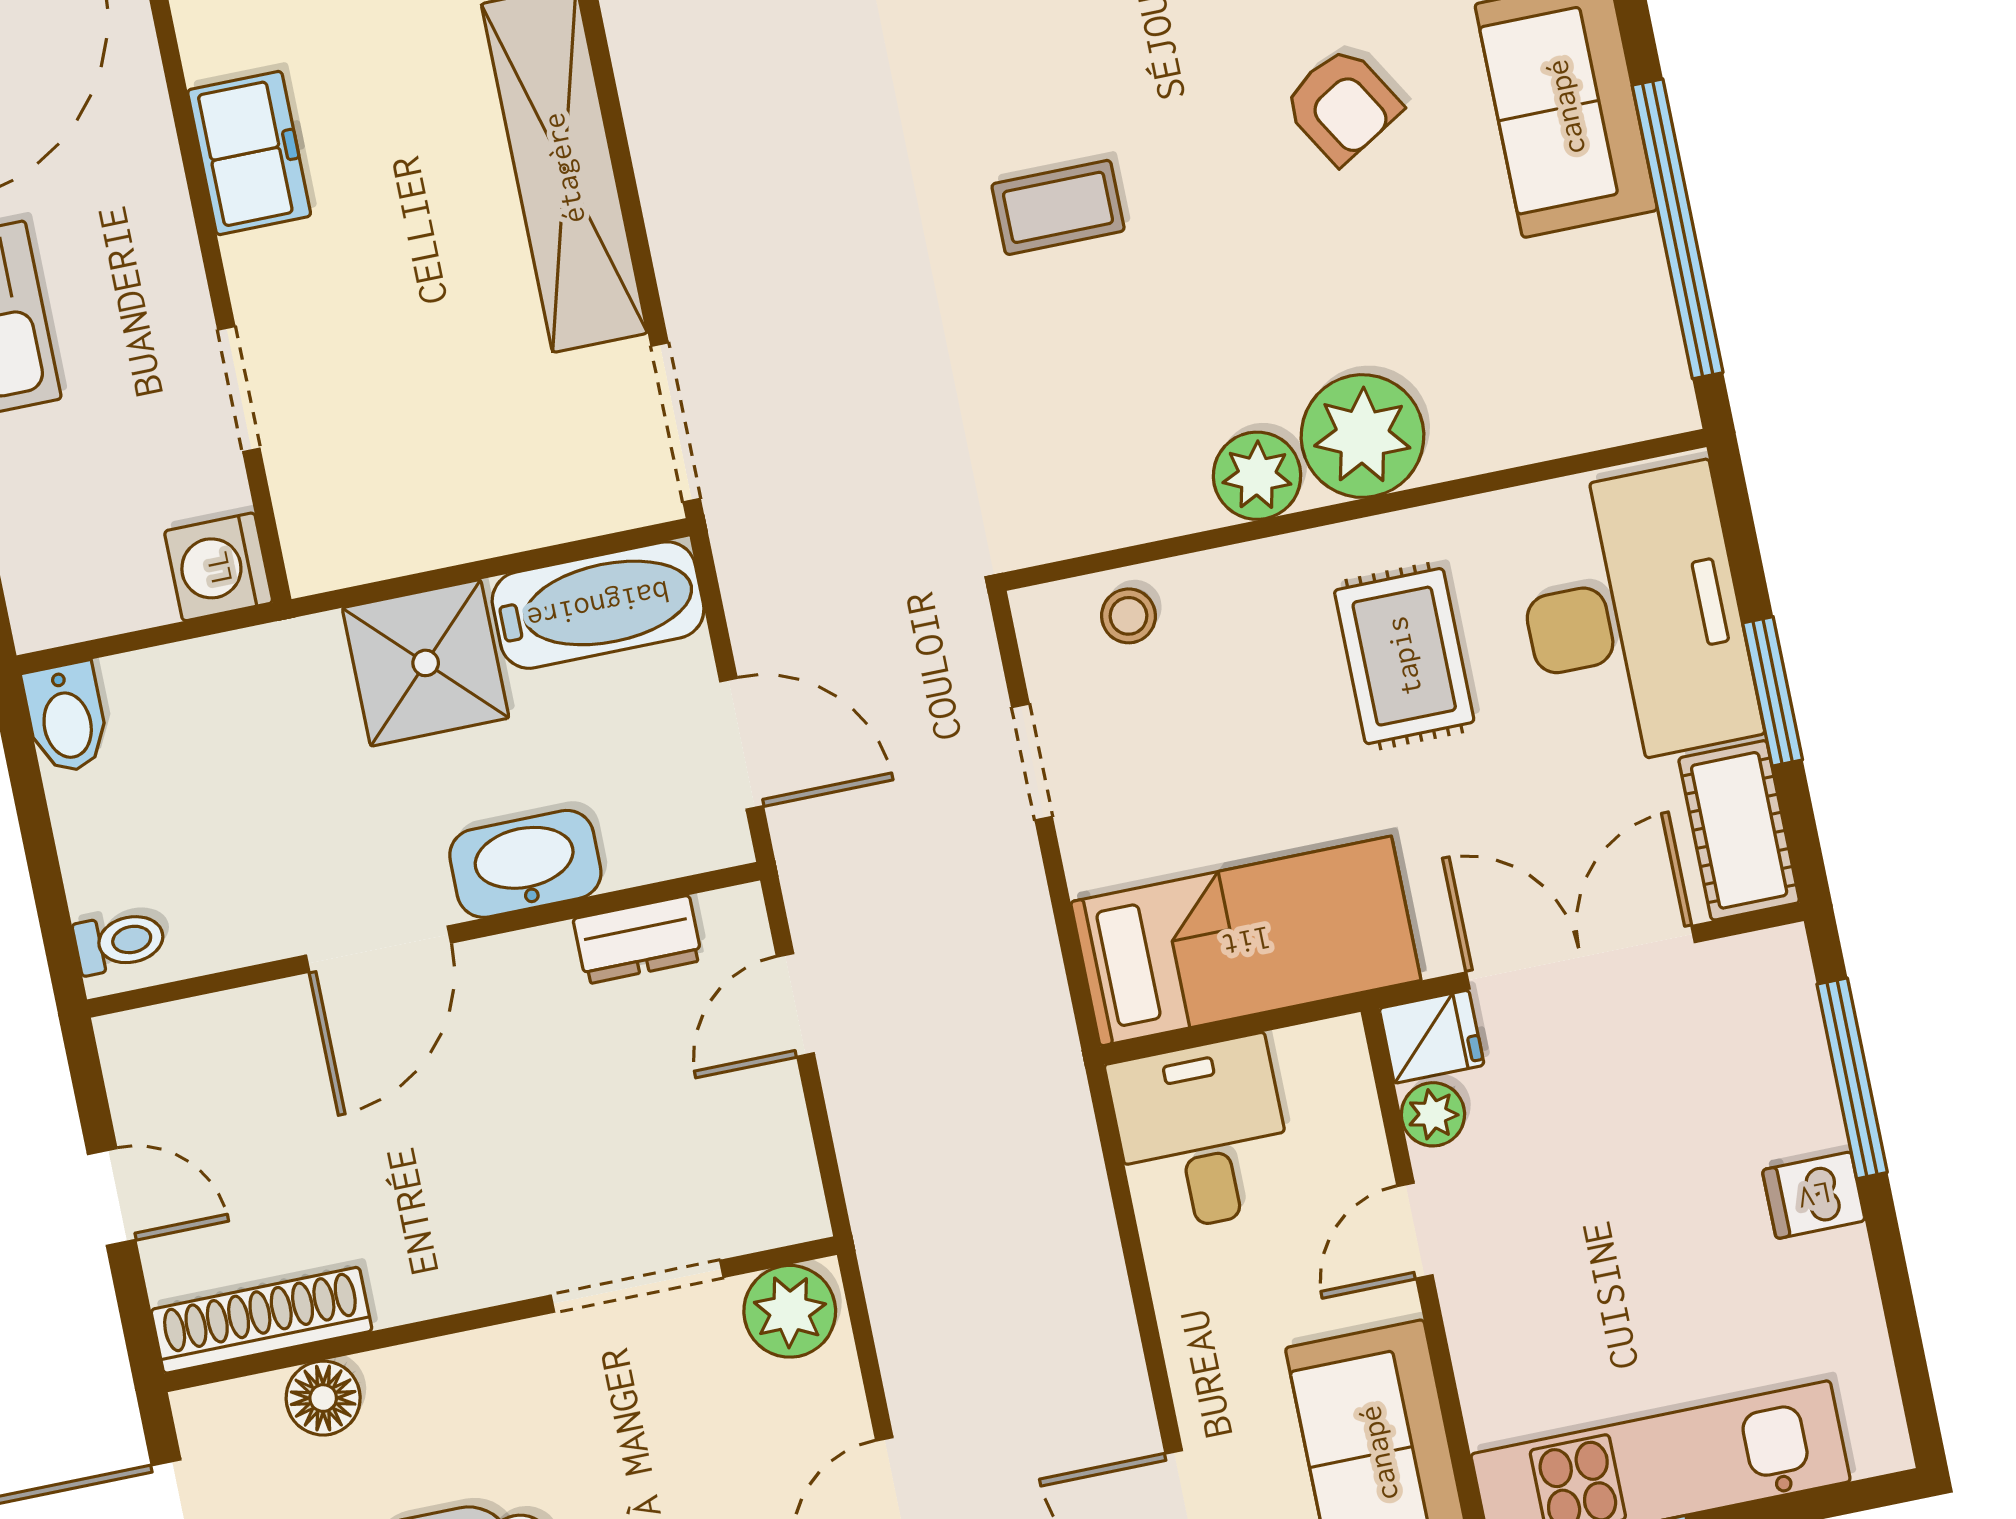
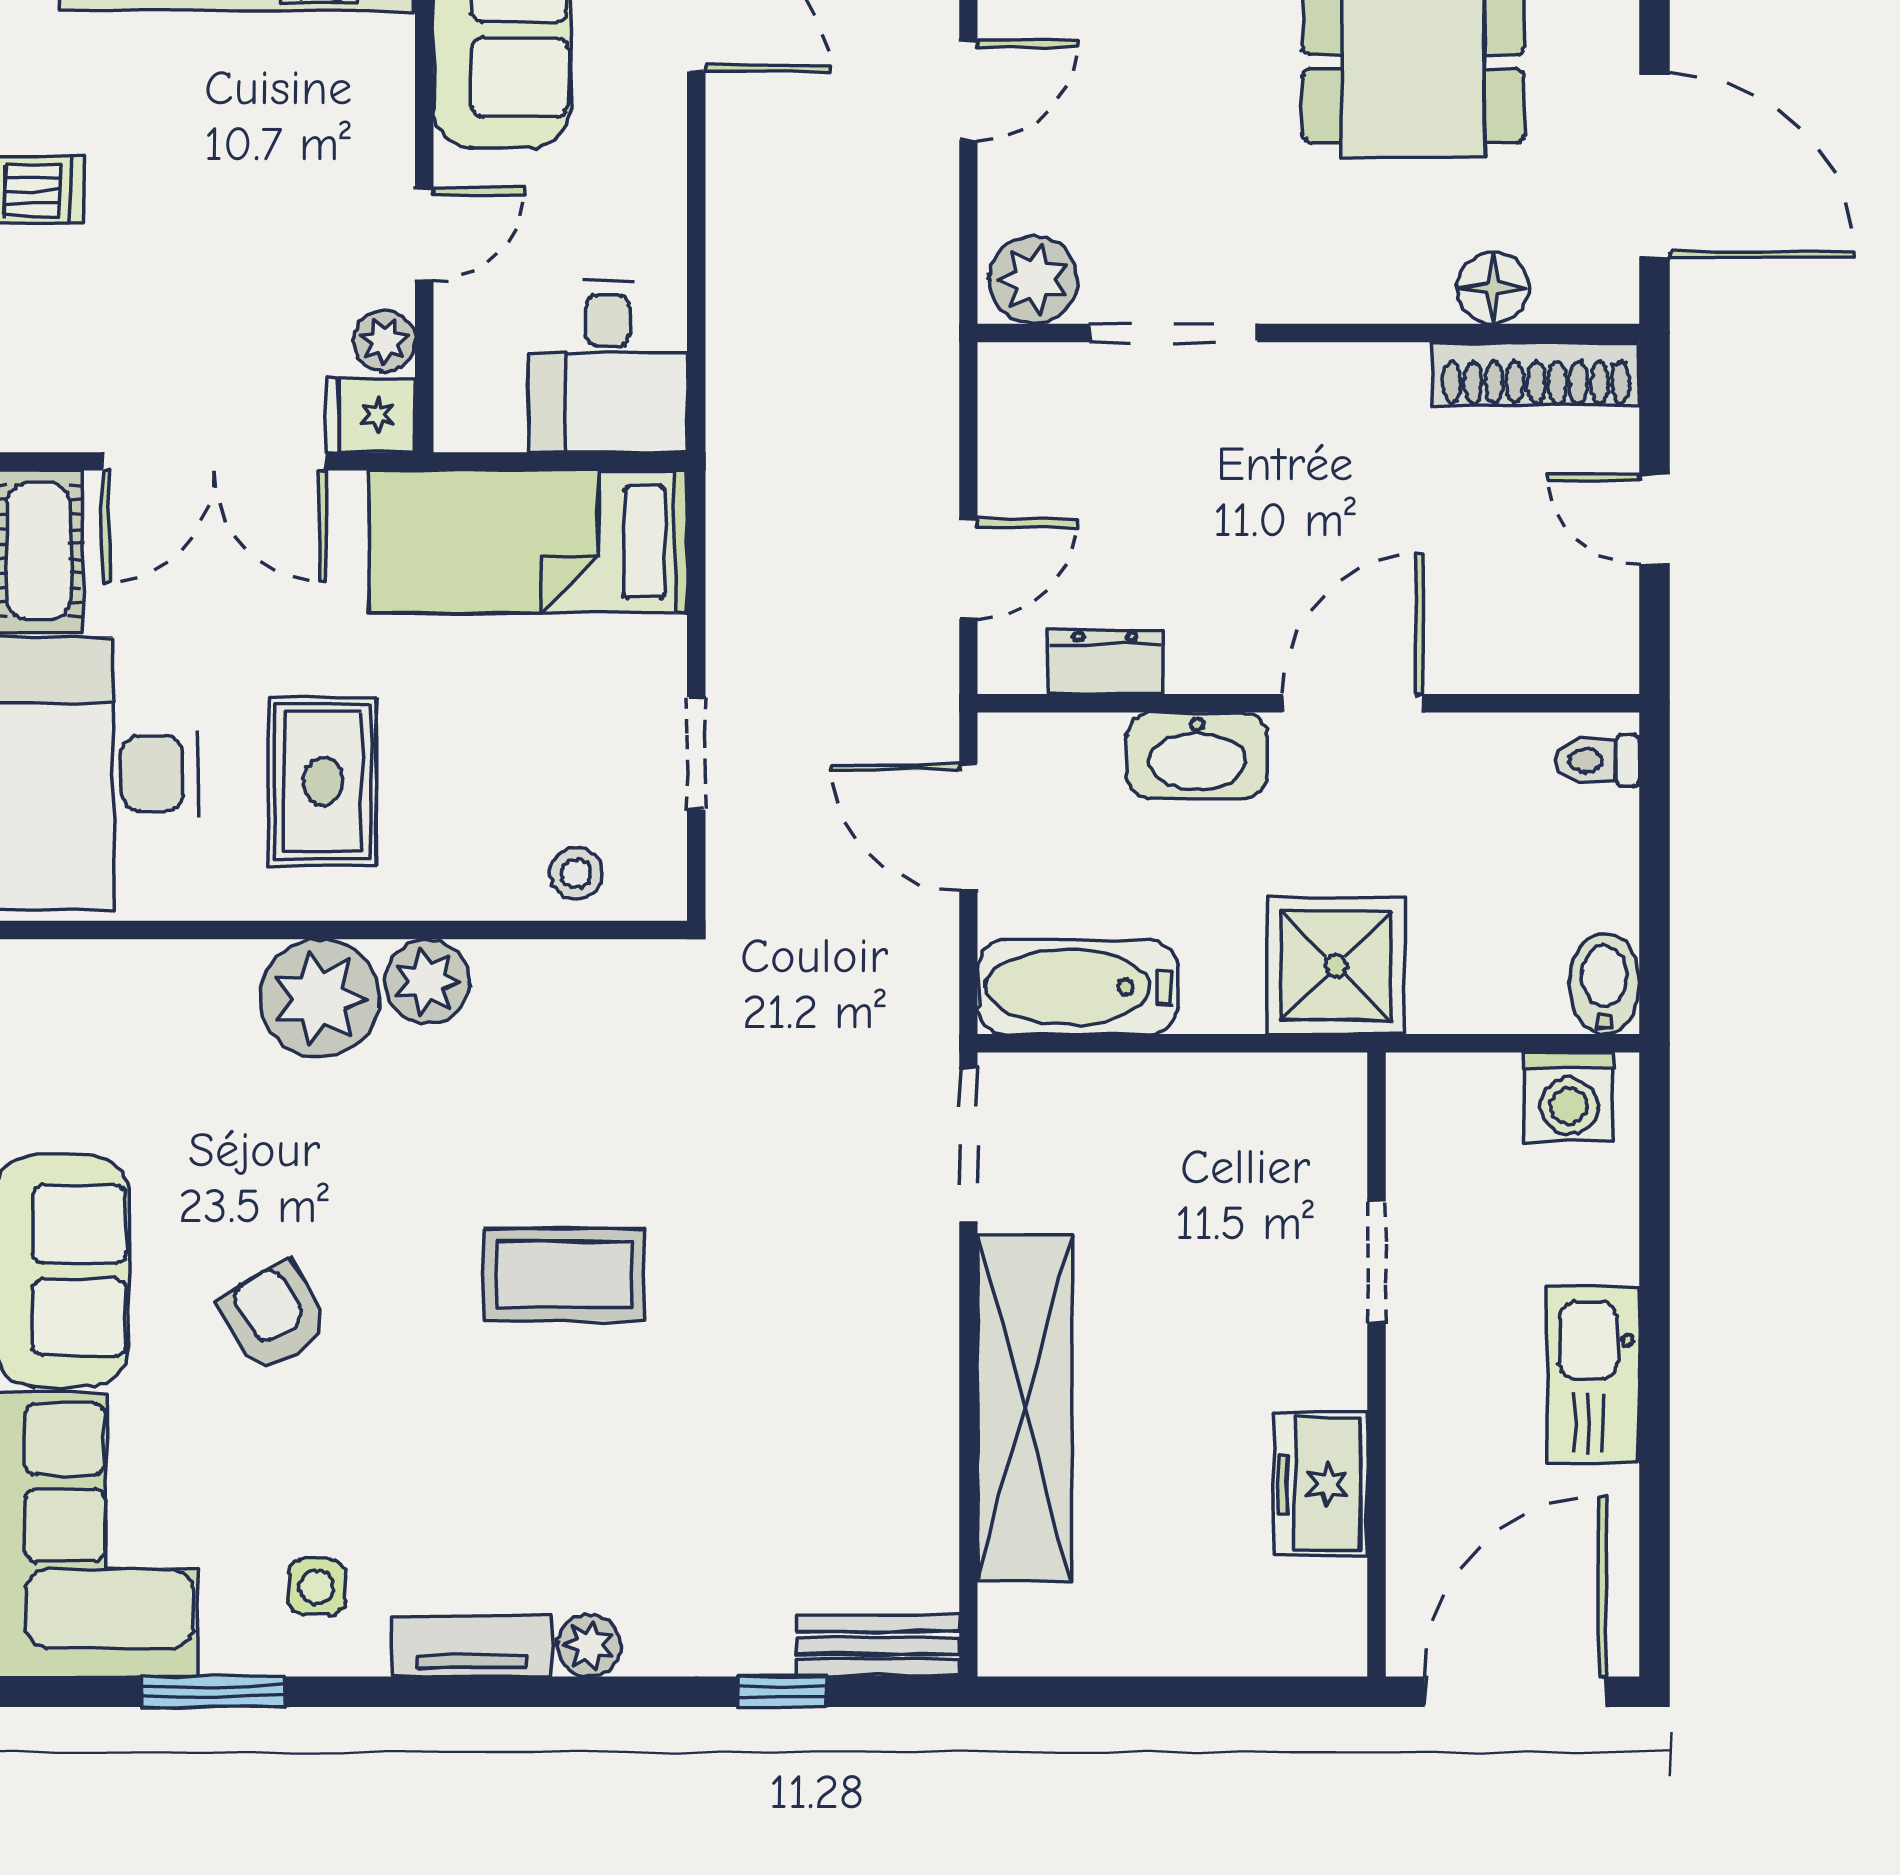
coffee table: (1058, 207) -> (564, 1275), width x1.36, depth x1.30
washing machine: (219, 567) -> (1569, 1097), moved, turned 90
shower: (426, 663) -> (1336, 966), moved

